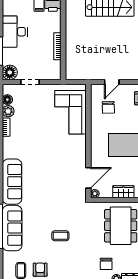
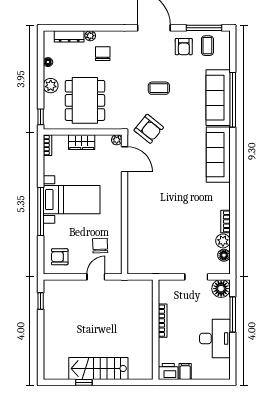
corner sofa: (71, 112) -> (146, 240), removed
door: (88, 178) -> (125, 159), swing flipped
armchair: (69, 203) -> (149, 129), added

